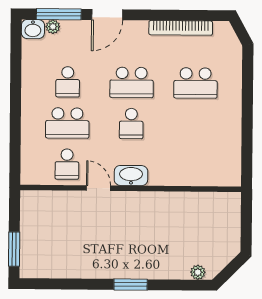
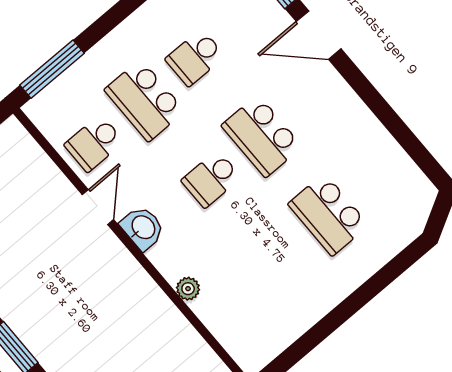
bookcase: (181, 28) -> (380, 139), removed
window: (15, 154) -> (52, 69), added
washbasin: (131, 176) -> (143, 228), width x0.72
plant: (173, 179) -> (188, 289), added

